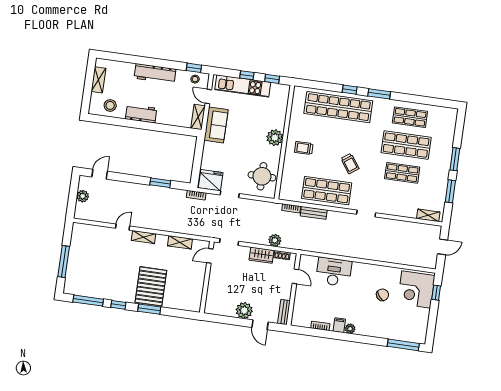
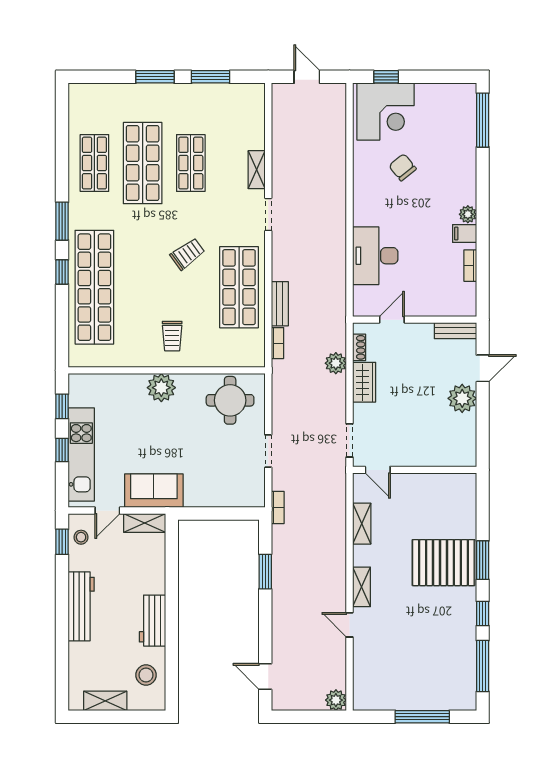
fridge: (211, 180) -> (249, 487), removed
plant: (83, 196) -> (336, 700), moved
shelving: (428, 215) -> (257, 170), moved

